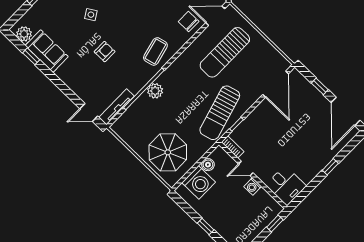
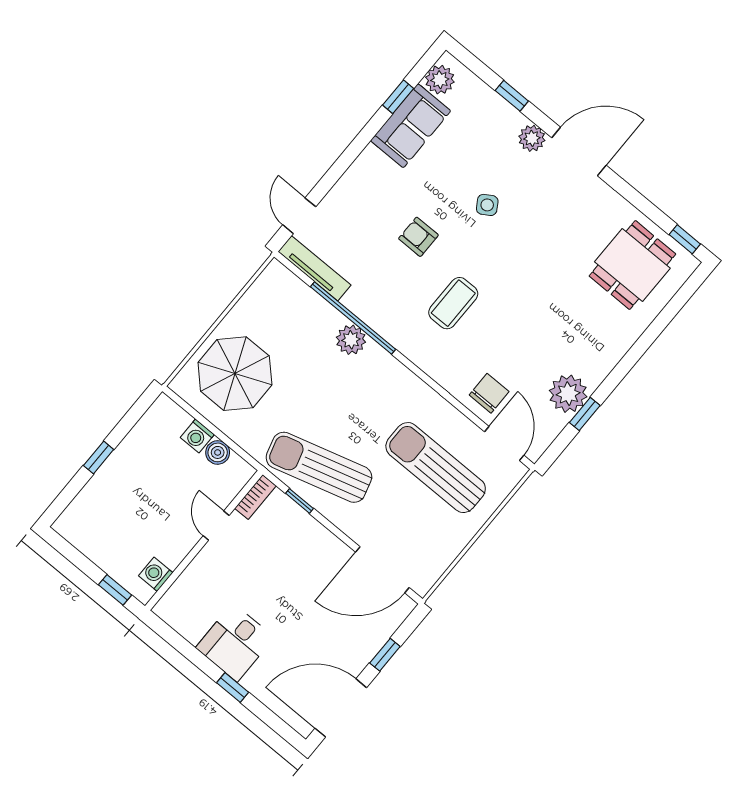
coffee table: (155, 51) -> (453, 303), moved, turned -76
armchair: (105, 52) -> (418, 237), turned 180
washing machine: (199, 182) -> (197, 436), width x0.53, depth x0.53
desk: (286, 185) -> (235, 643), moved
washing machine: (253, 186) -> (156, 574), moved

